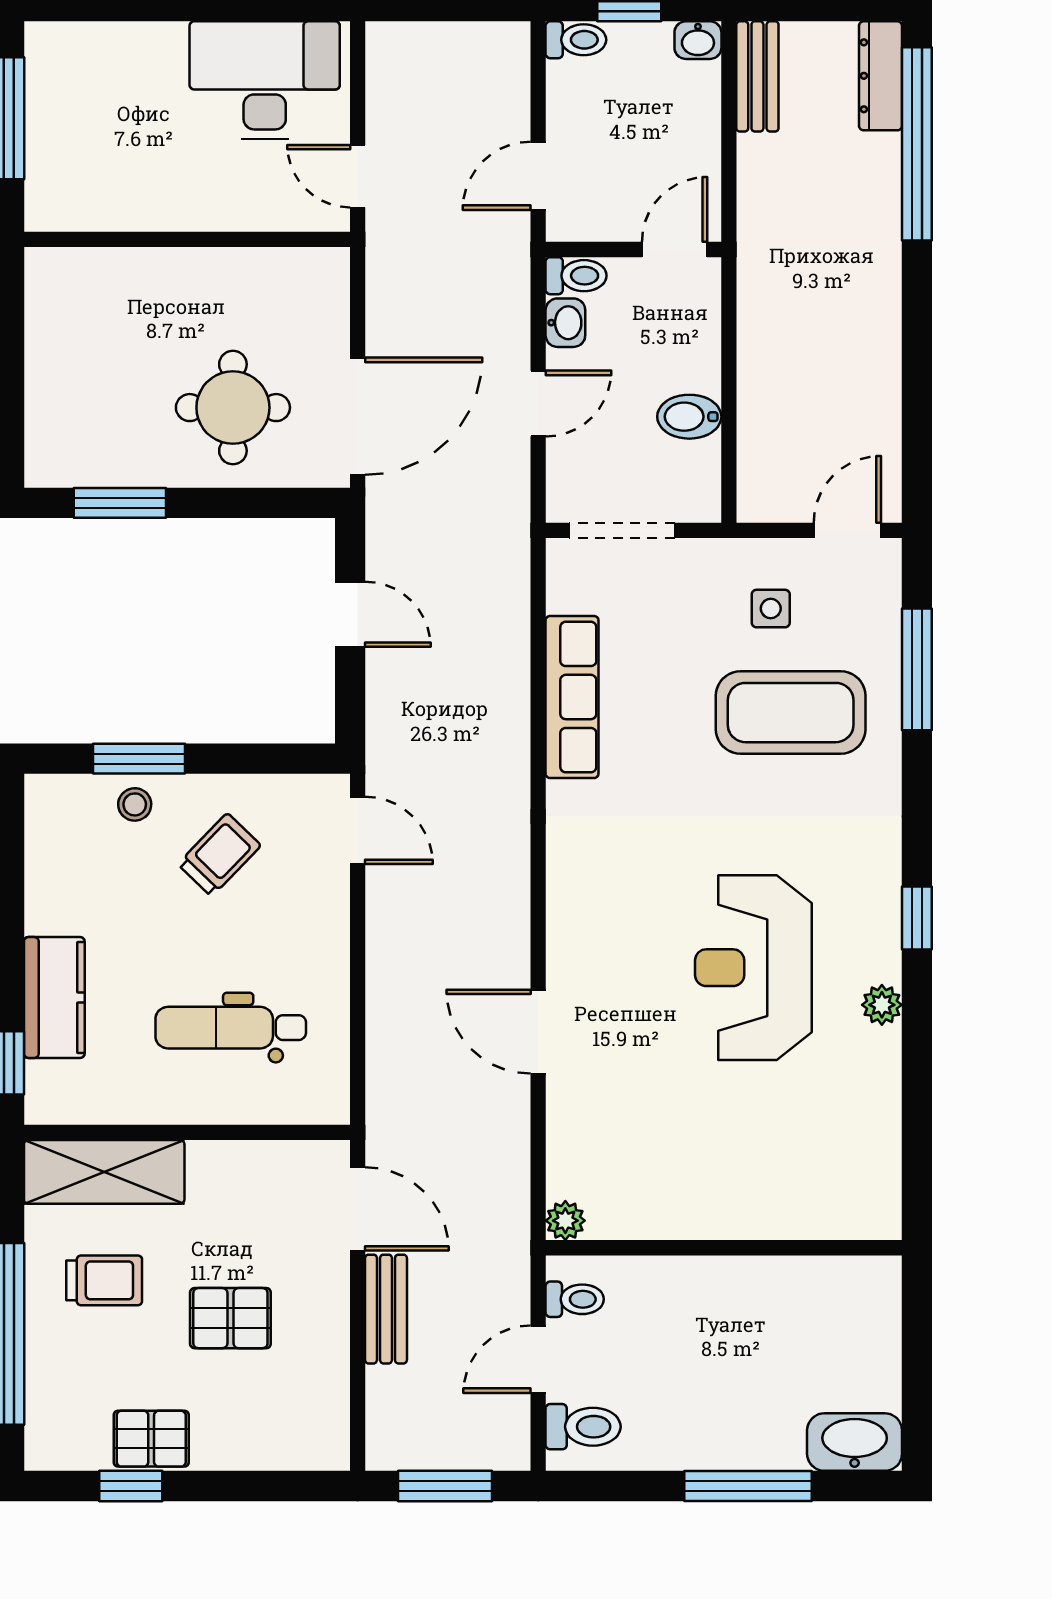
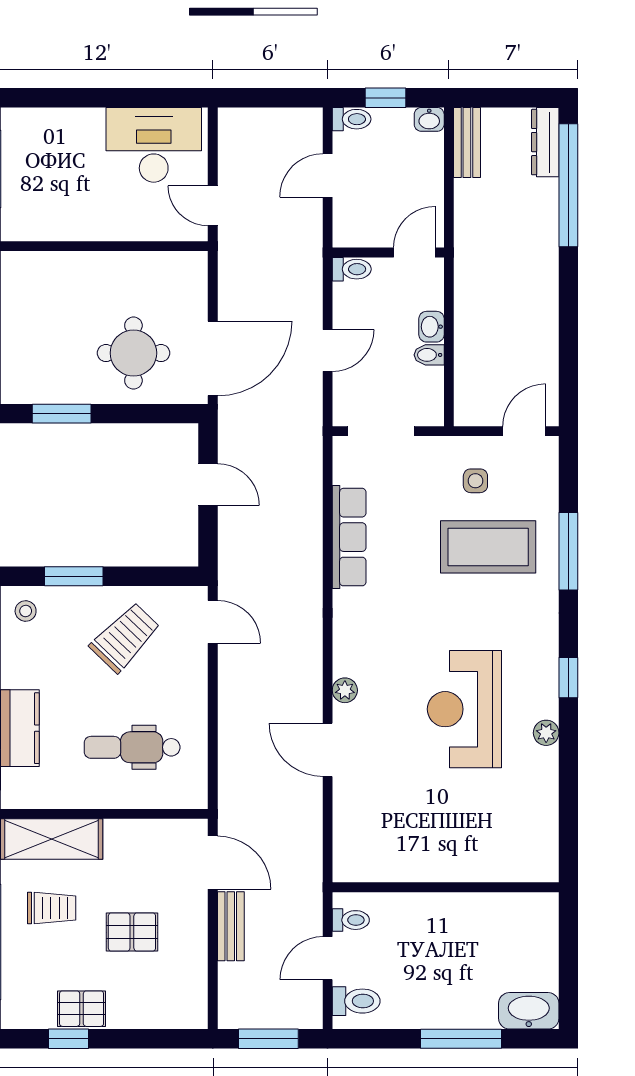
door: (538, 176) -> (328, 175), moved
washbasin: (565, 323) -> (431, 327), moved, turned 180
bidet: (689, 417) -> (429, 355), width x0.72, depth x0.74
window: (917, 669) -> (568, 551), moved
stool: (135, 804) -> (26, 611), moved
trolley: (219, 855) -> (125, 637), width x1.36, depth x1.39
plant: (565, 1221) -> (345, 690), moved

